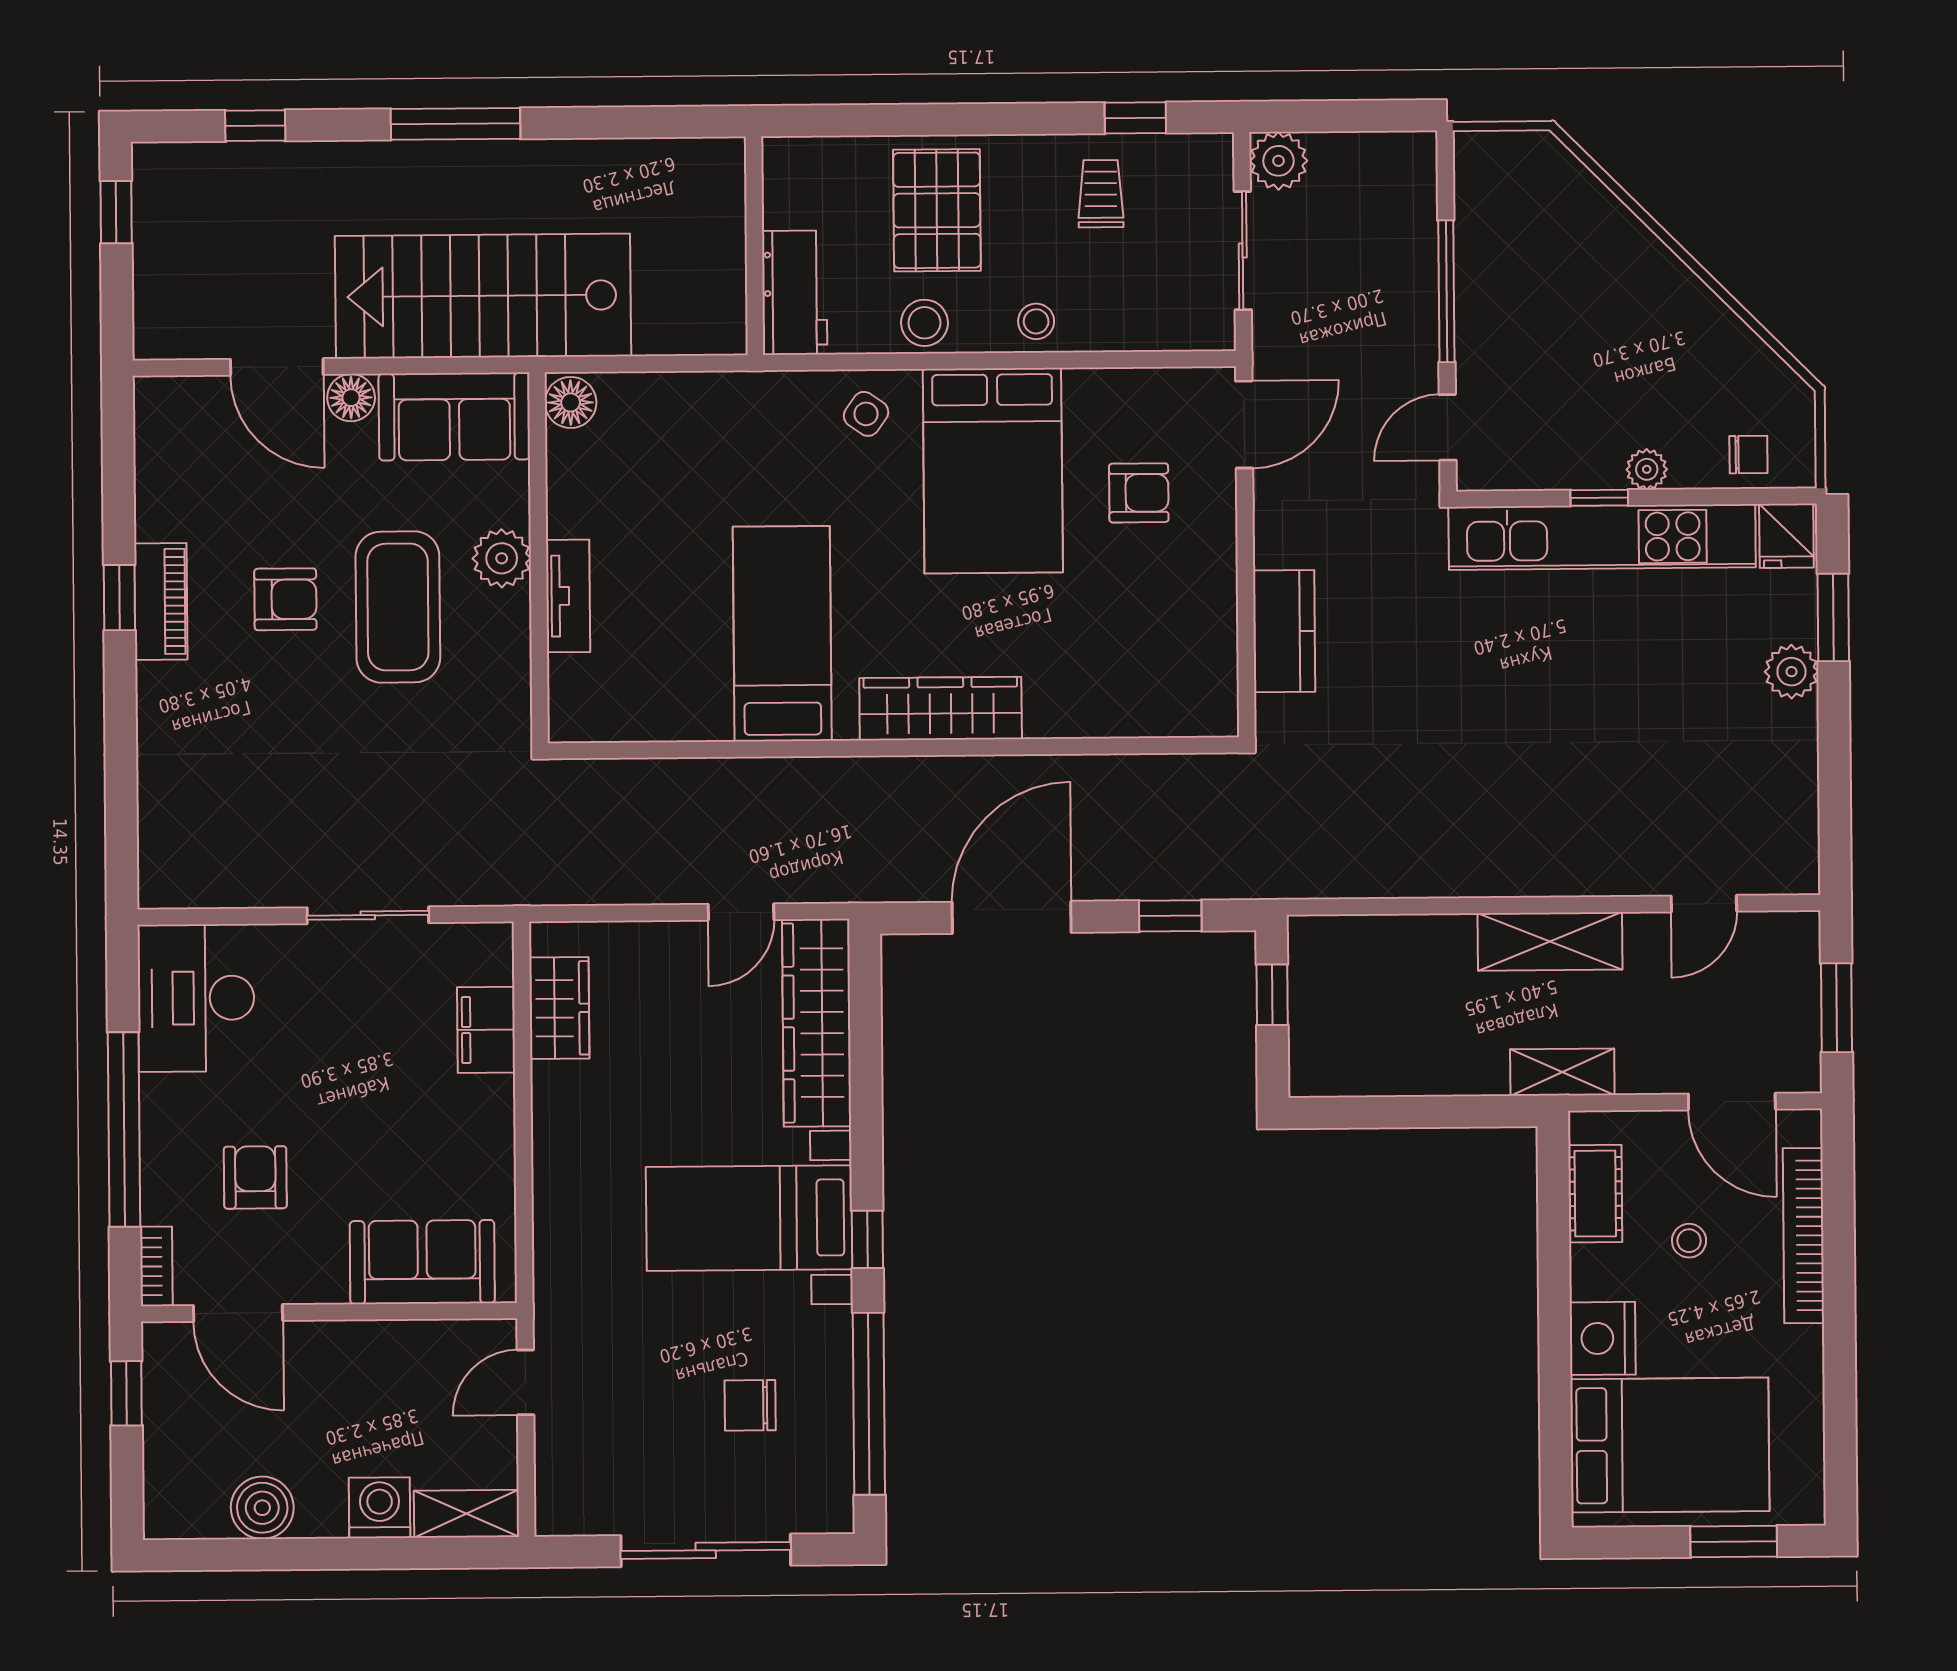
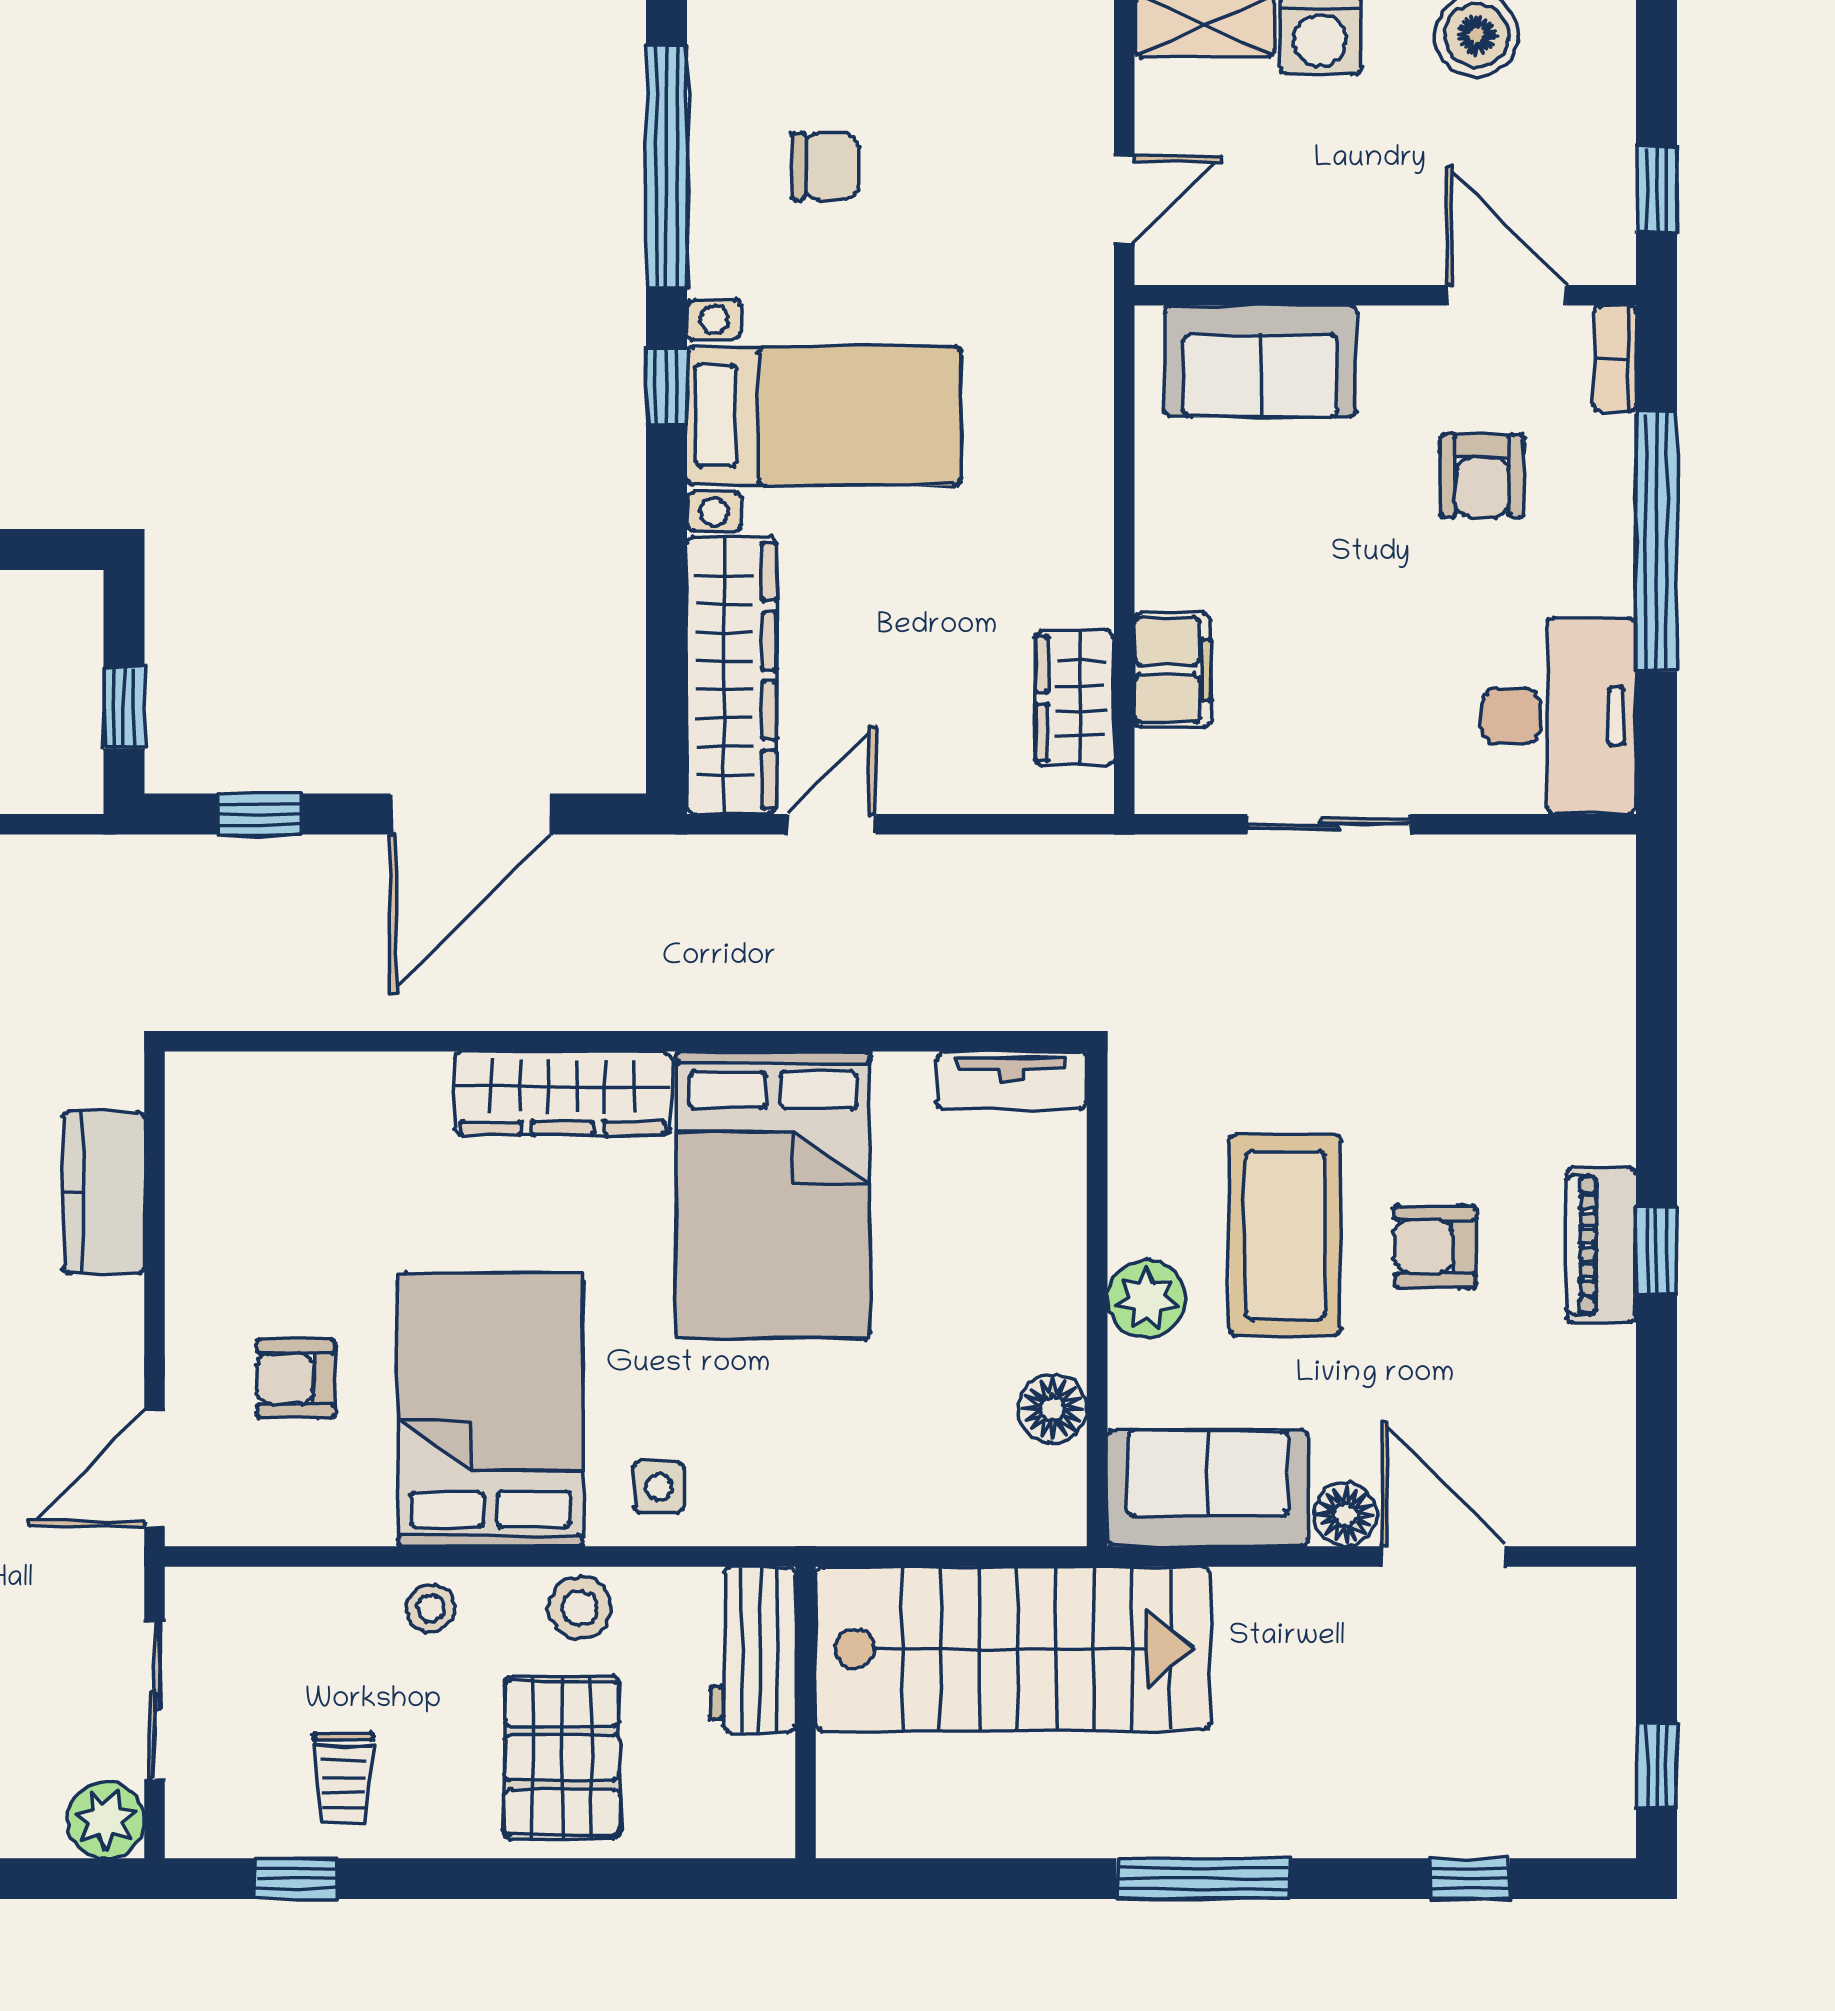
stairs: (483, 296) -> (1012, 1649), moved
floor lamp: (571, 402) -> (1053, 1409), moved
side table: (866, 414) -> (659, 1487), turned -35
tv unit: (568, 596) -> (1012, 1080), moved, turned -90
bed: (782, 634) -> (773, 1195), width x1.50

